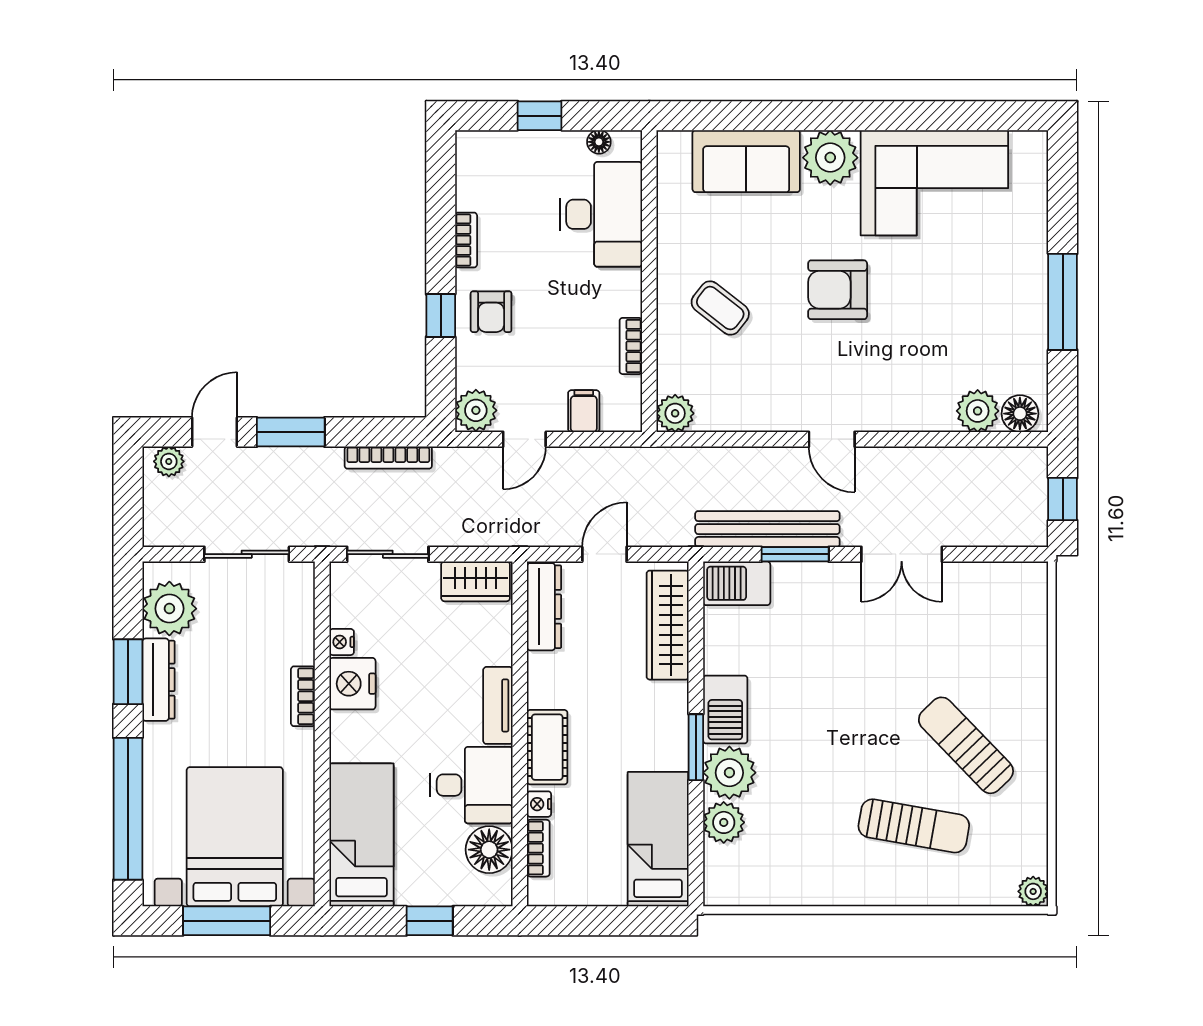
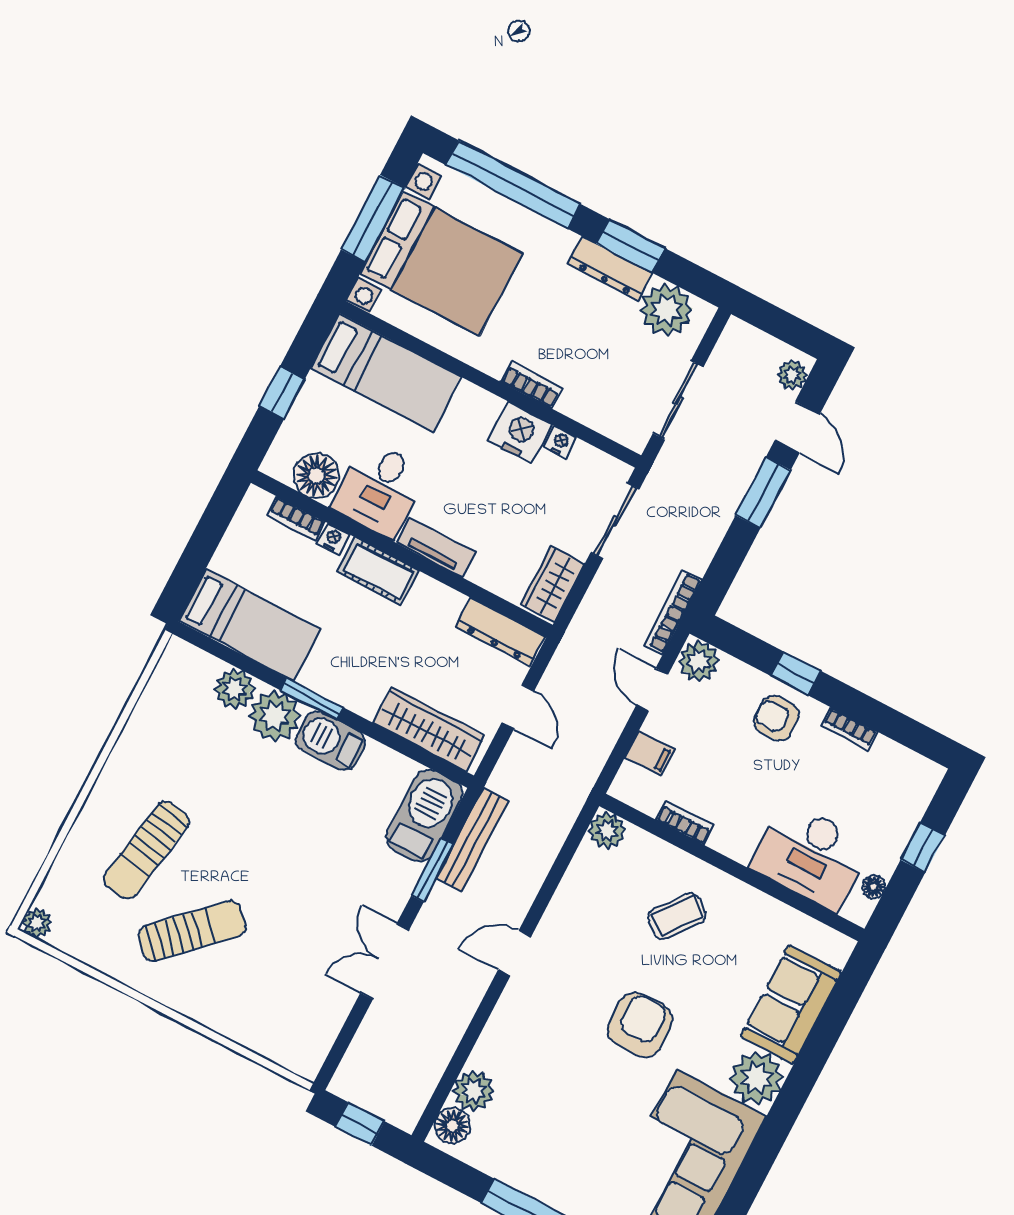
bookcase: (388, 458) -> (673, 612), moved
bench: (767, 529) -> (472, 840), width x0.73, depth x0.82
barbecue: (737, 583) -> (424, 816), width x1.37, depth x1.21

